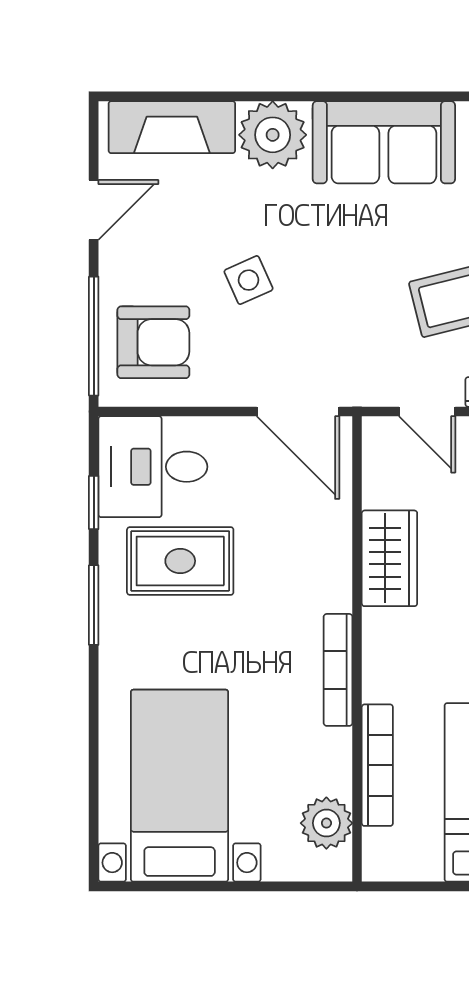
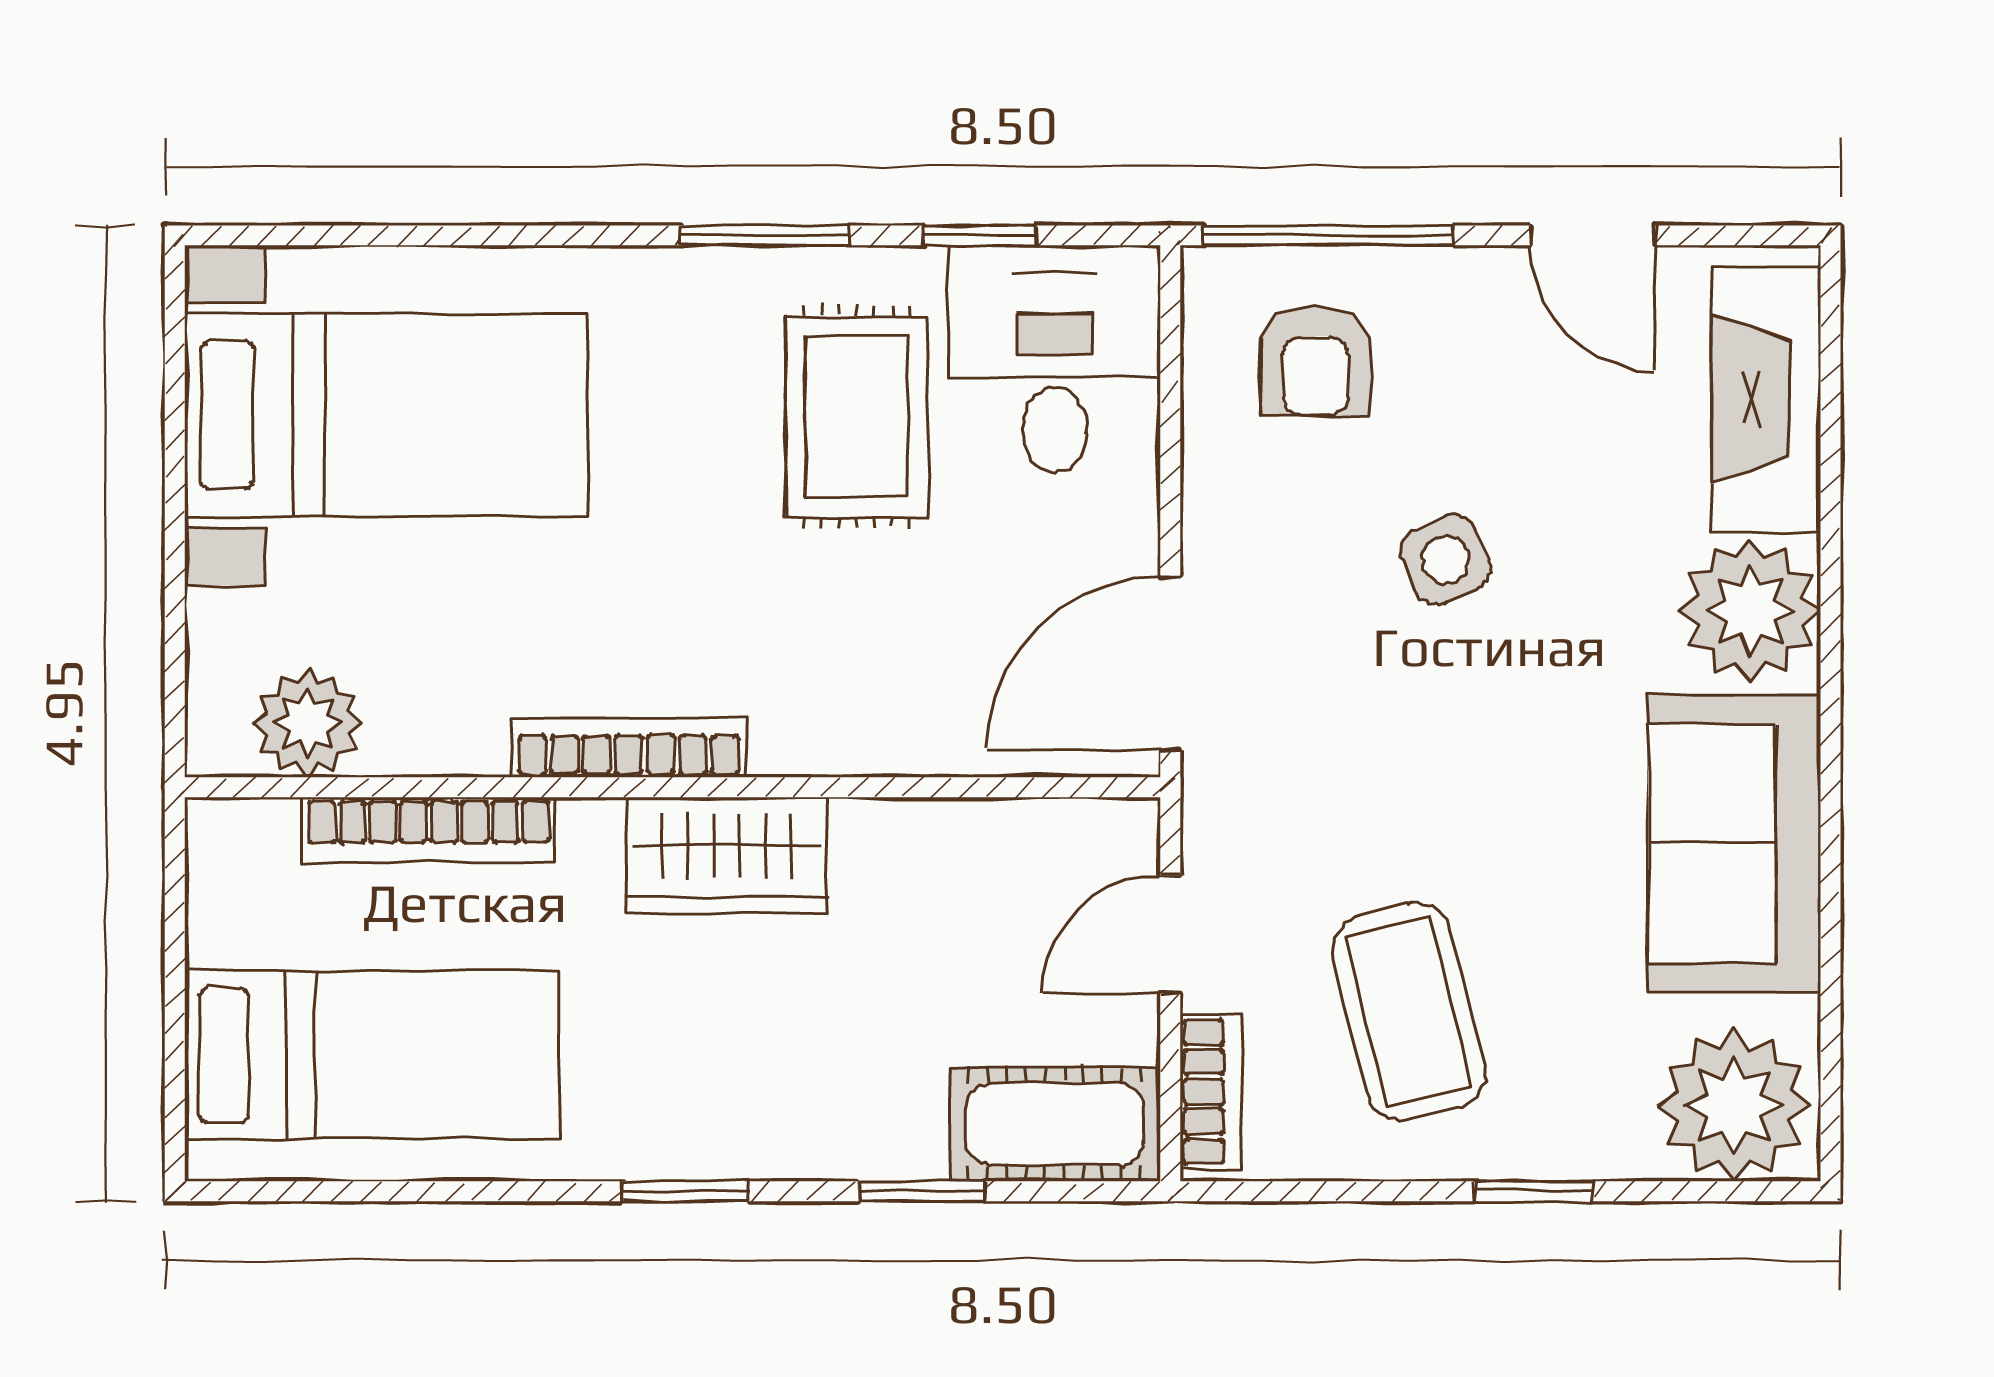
armchair: (153, 342) -> (1315, 361), width x0.72, depth x0.72
wardrobe: (389, 558) -> (727, 855), moved

